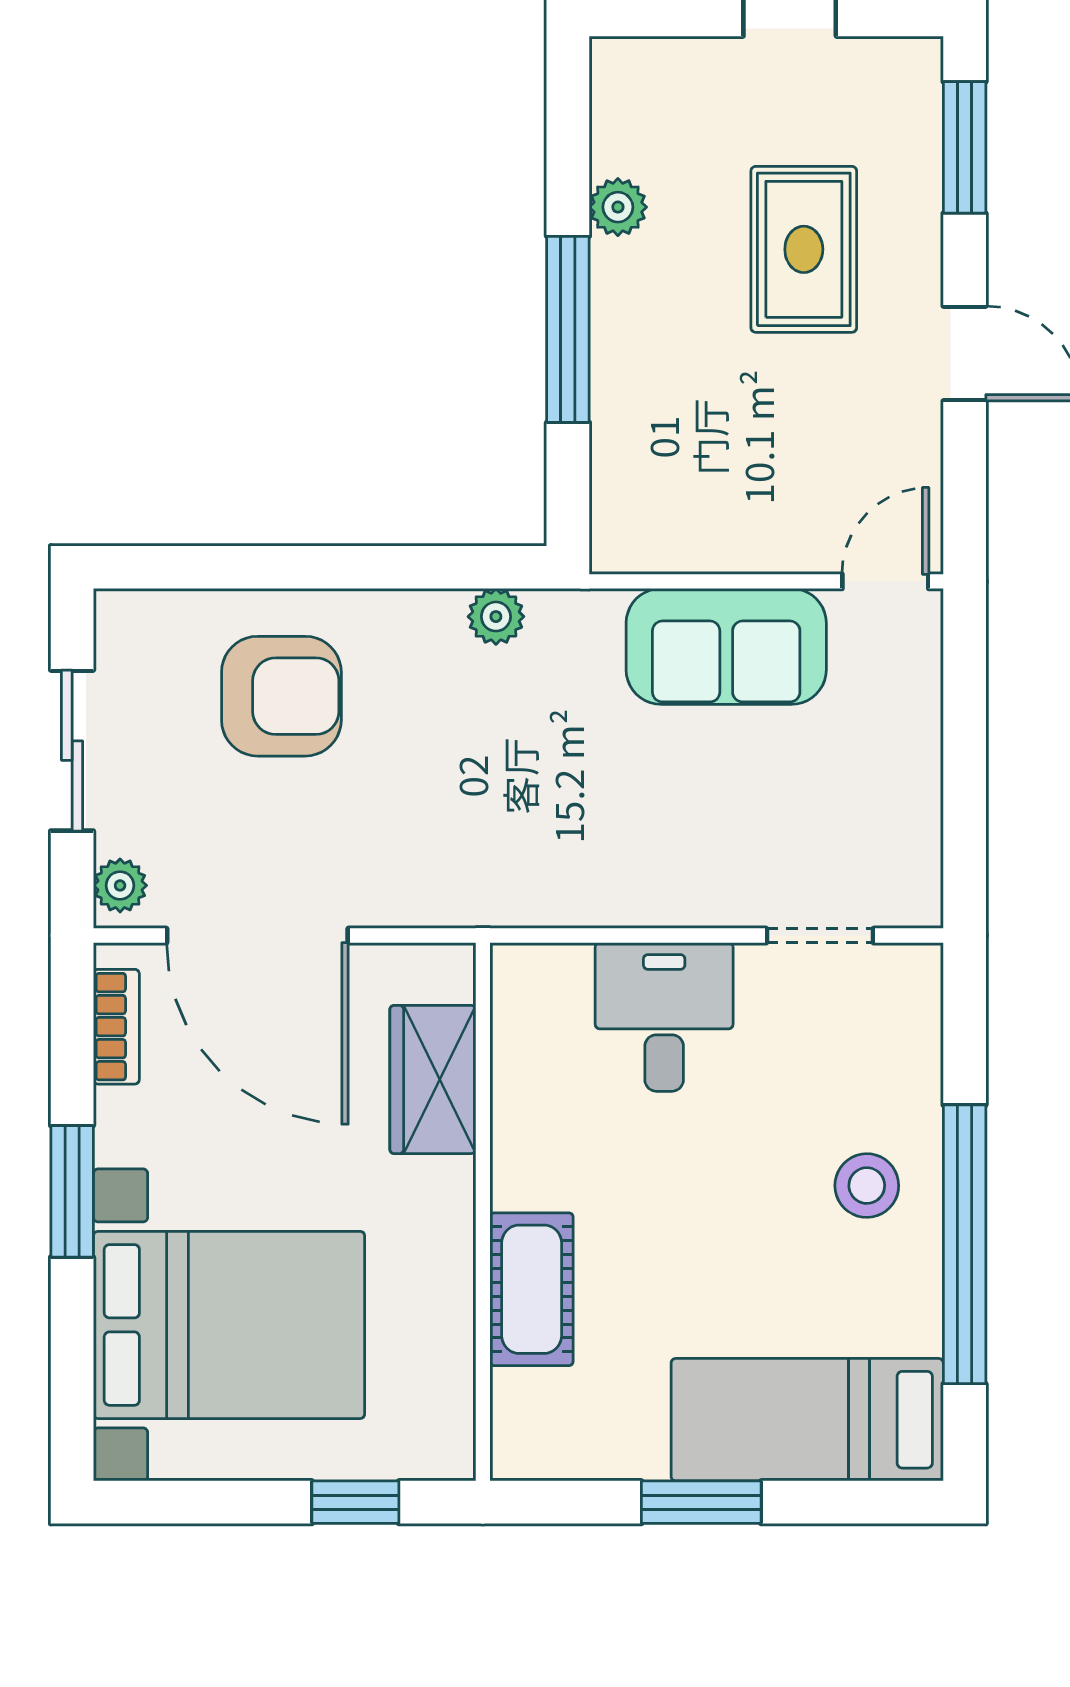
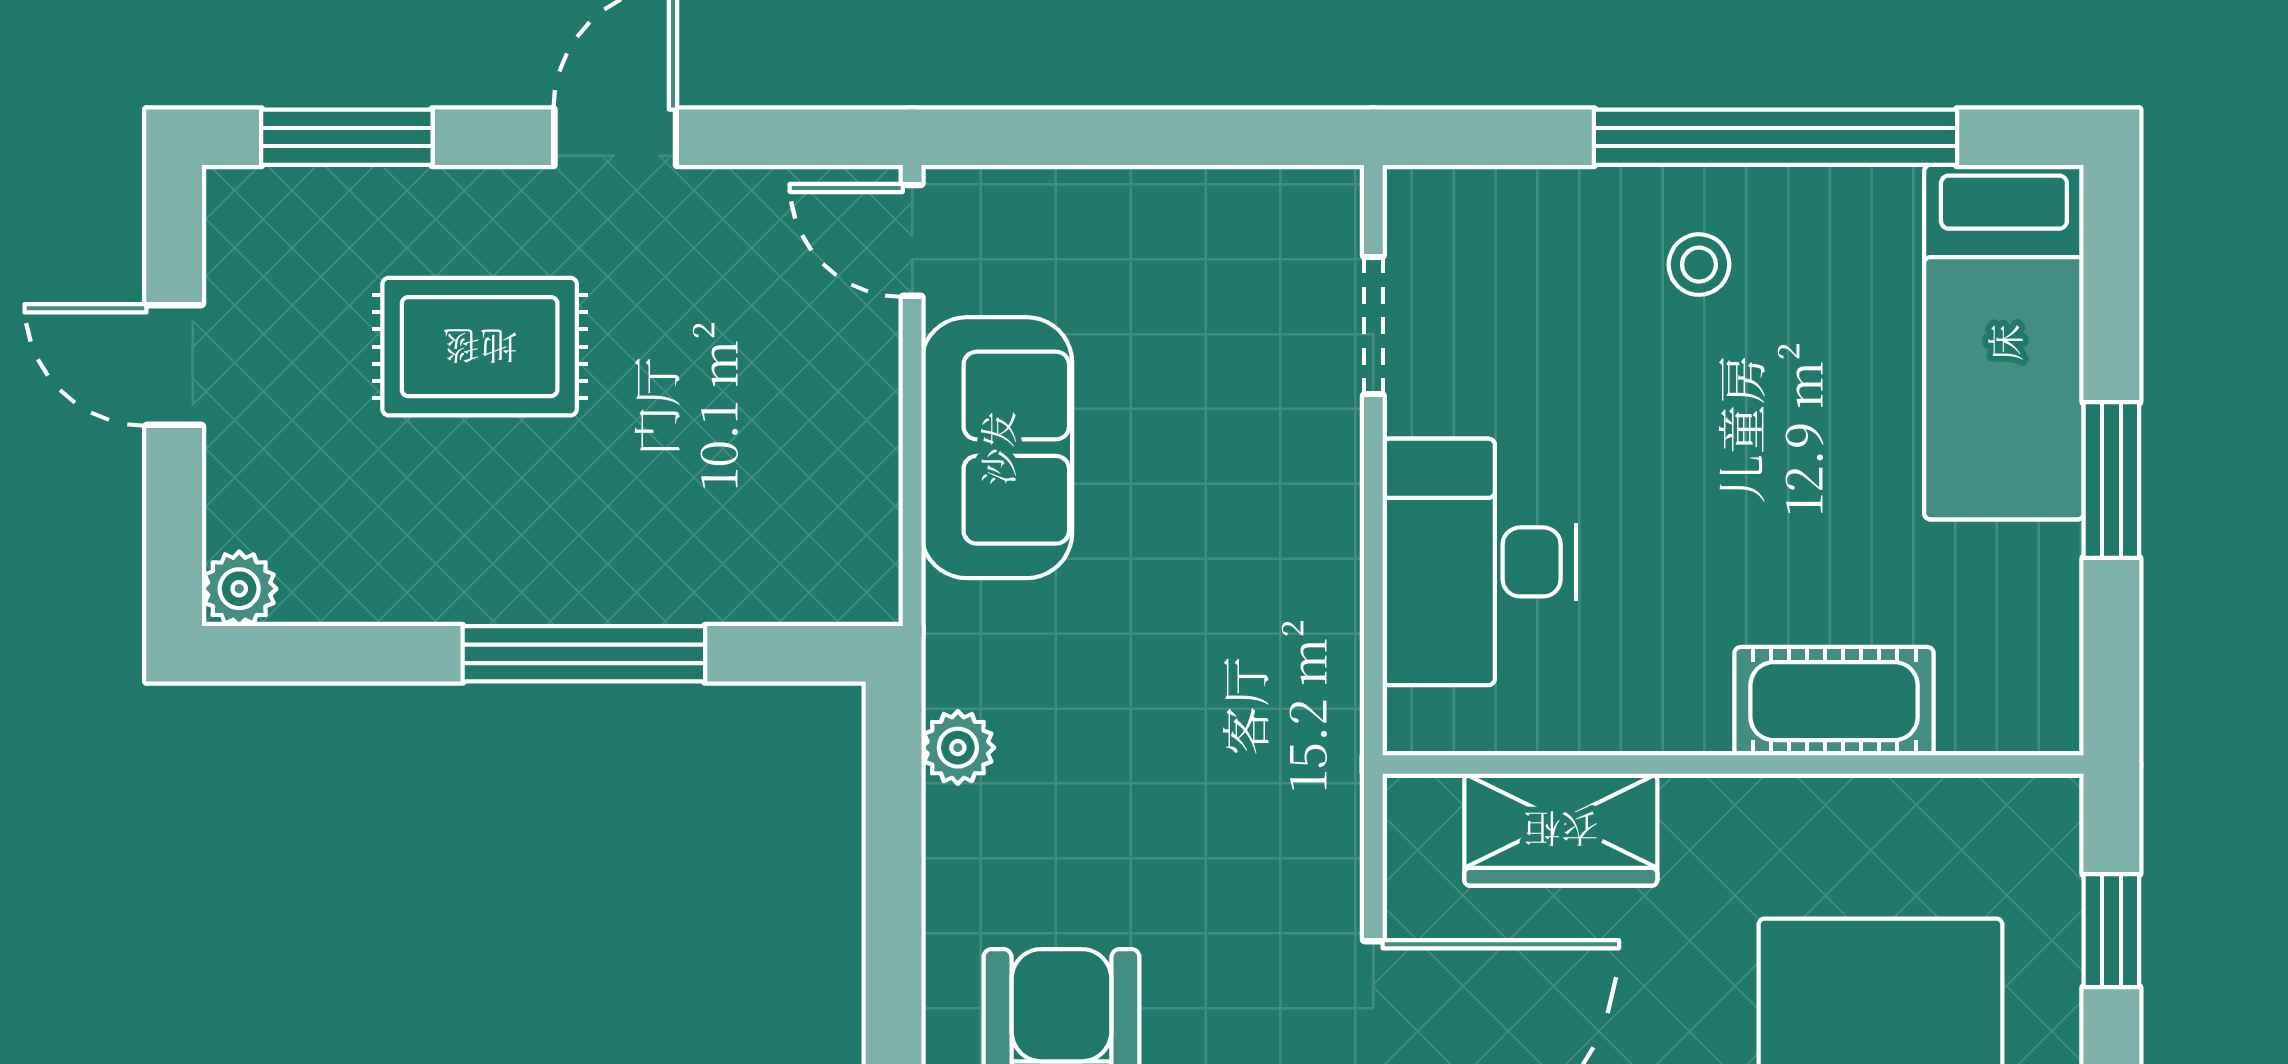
plant: (618, 207) -> (239, 589), moved
desk: (664, 1017) -> (1479, 562), width x1.37
stool: (867, 1186) -> (1699, 265), width x0.73, depth x0.73

